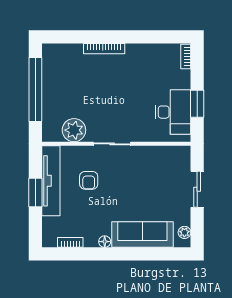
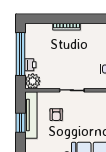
printer: (50, 106) -> (30, 65), added
plant: (74, 130) -> (33, 81), moved

